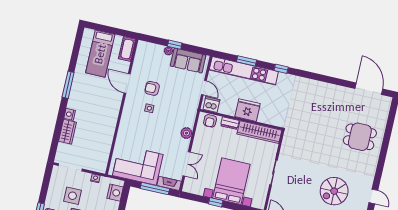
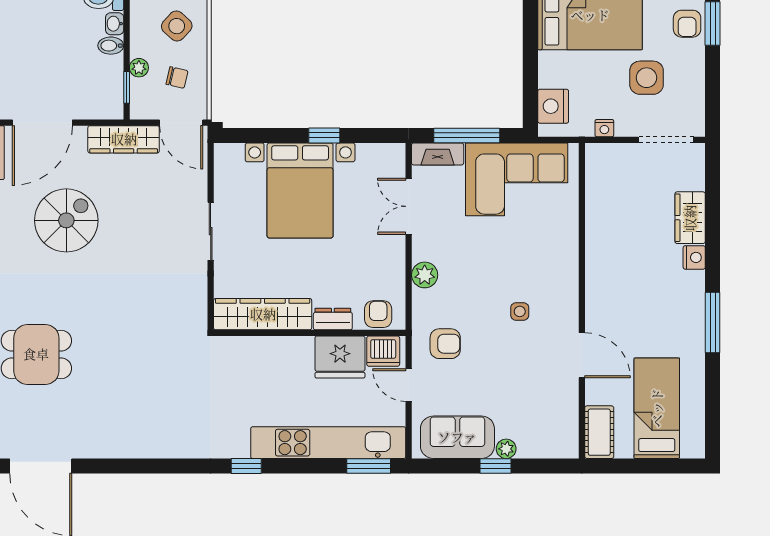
window: (246, 61) -> (369, 466), moved
armchair: (152, 88) -> (445, 344), moved
fridge: (248, 110) -> (340, 357), moved

